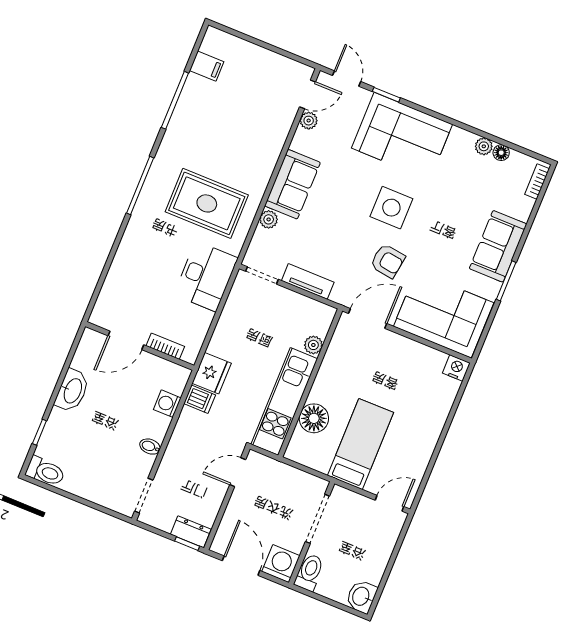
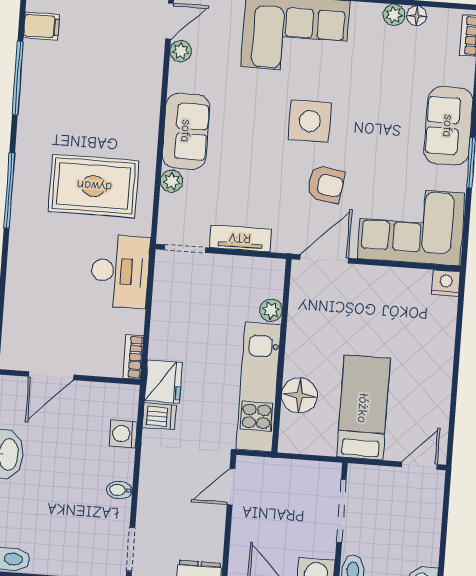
bookcase: (165, 346) -> (133, 357), moved, turned -90

